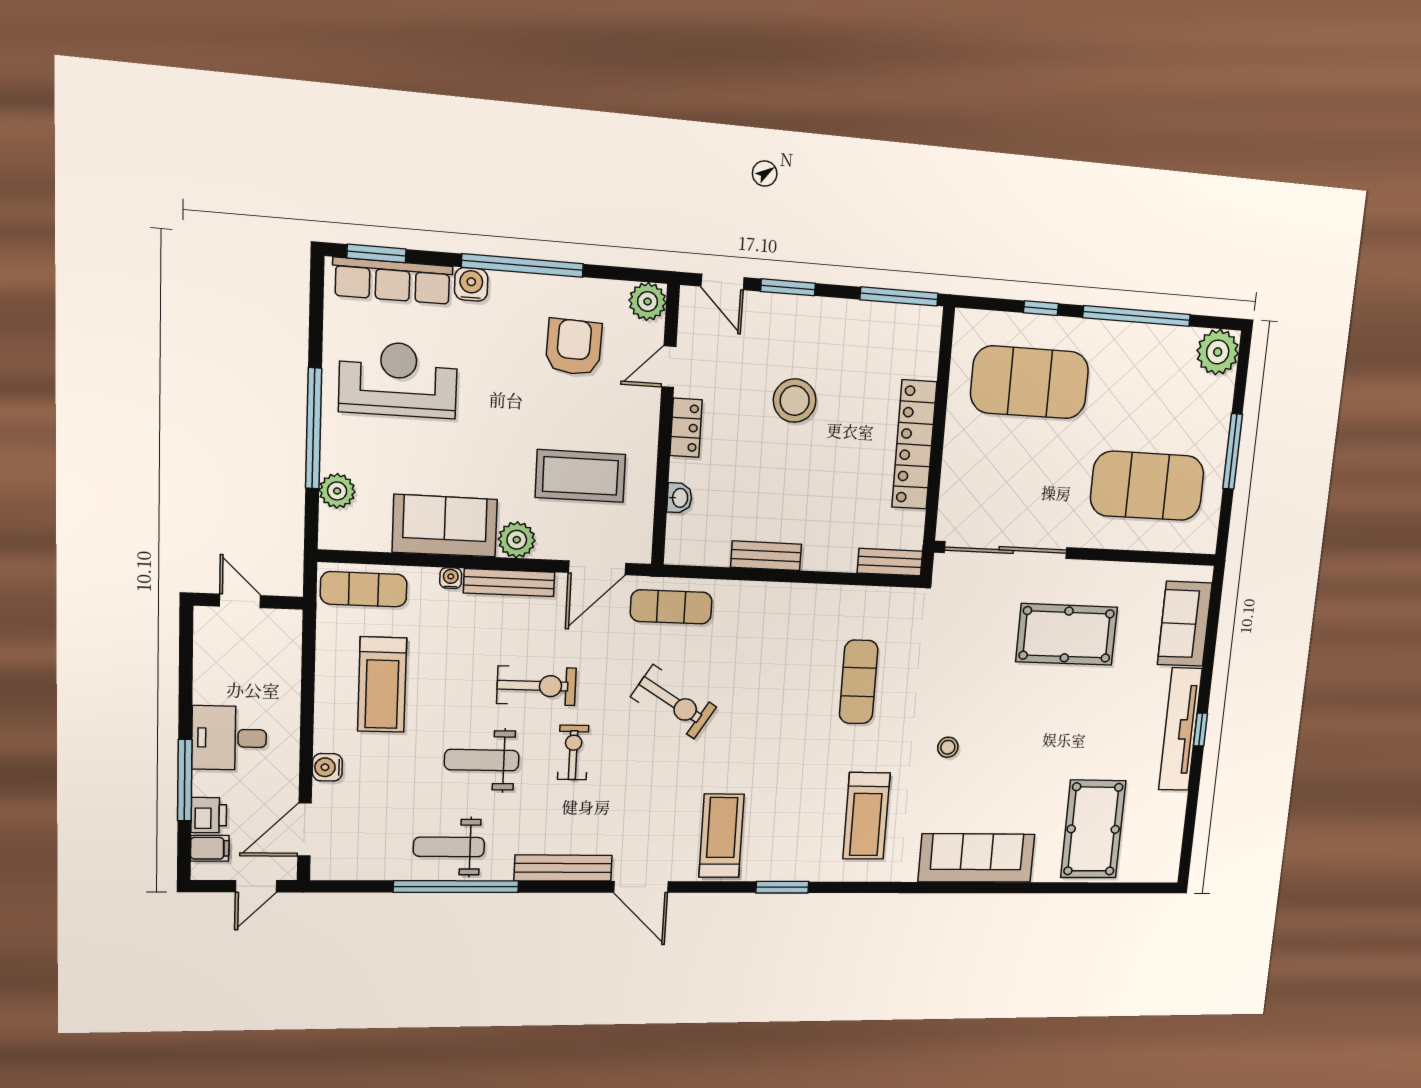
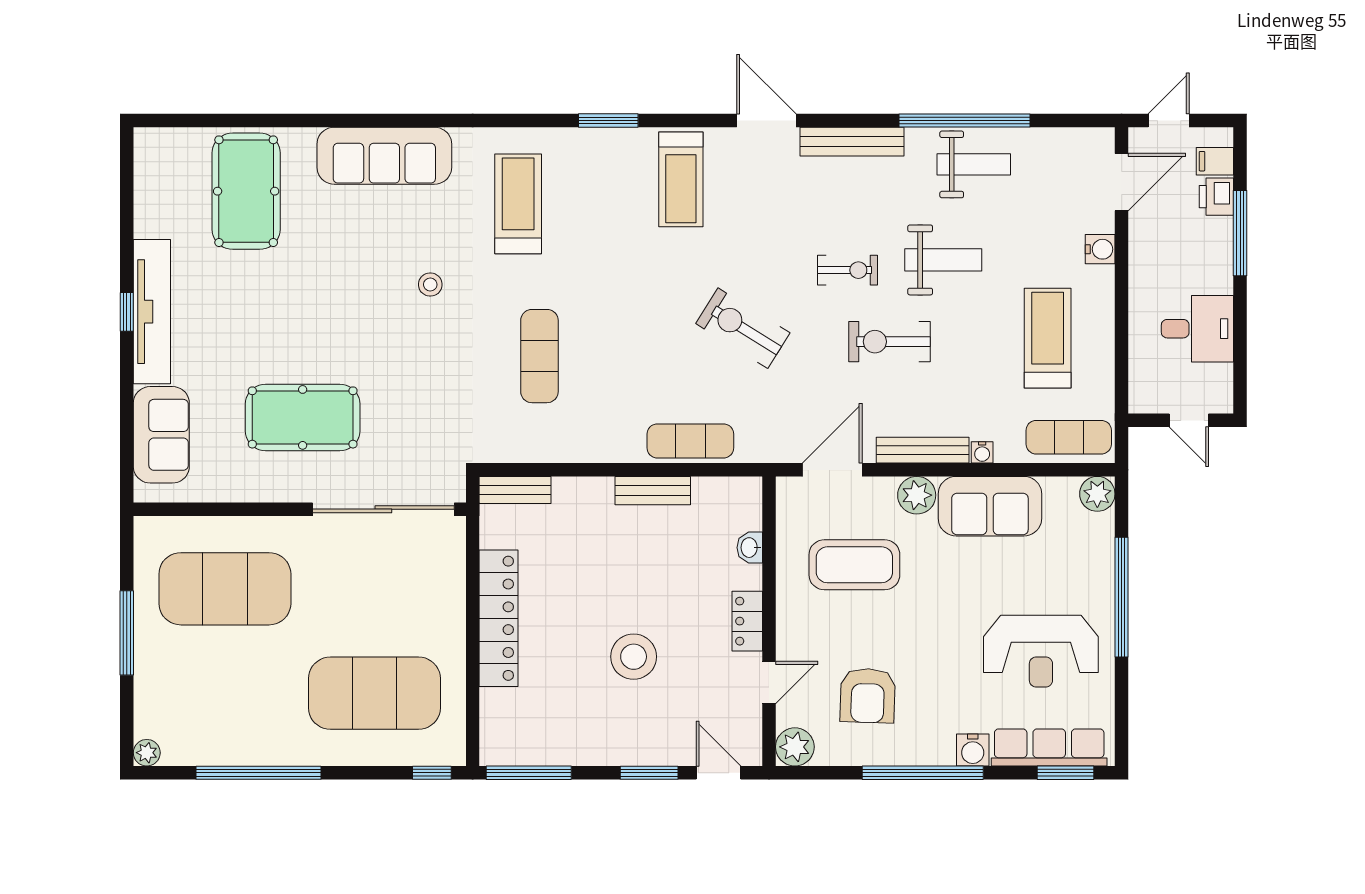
window: (1041, 308) -> (432, 773), moved
plant: (1218, 352) -> (147, 753), width x0.53, depth x0.53
plant: (337, 491) -> (1097, 494), moved
exercise mat: (671, 607) -> (690, 441), moved
desk: (229, 738) -> (1197, 329), moved
exercise bike: (573, 752) -> (848, 270), turned -90

